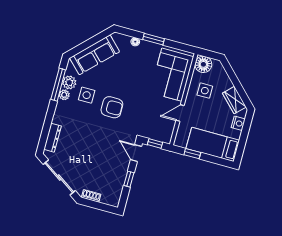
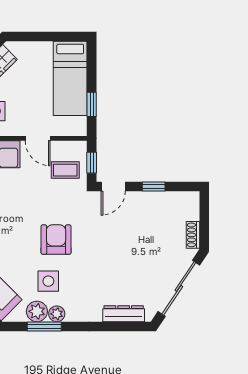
window: (58, 85) -> (44, 326), width x0.69
nightstand: (238, 123) -> (29, 50), removed
coffee table: (155, 125) -> (65, 170), added

